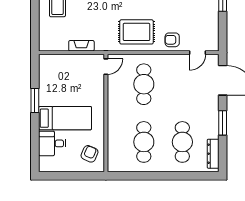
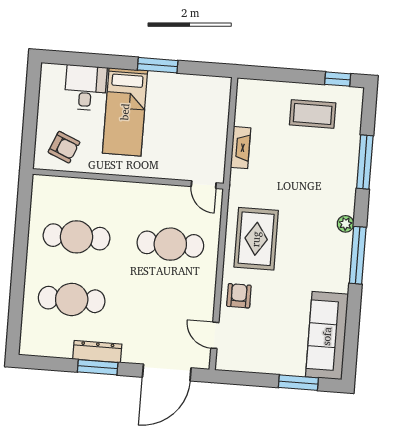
dresser: (213, 154) -> (97, 352), moved

